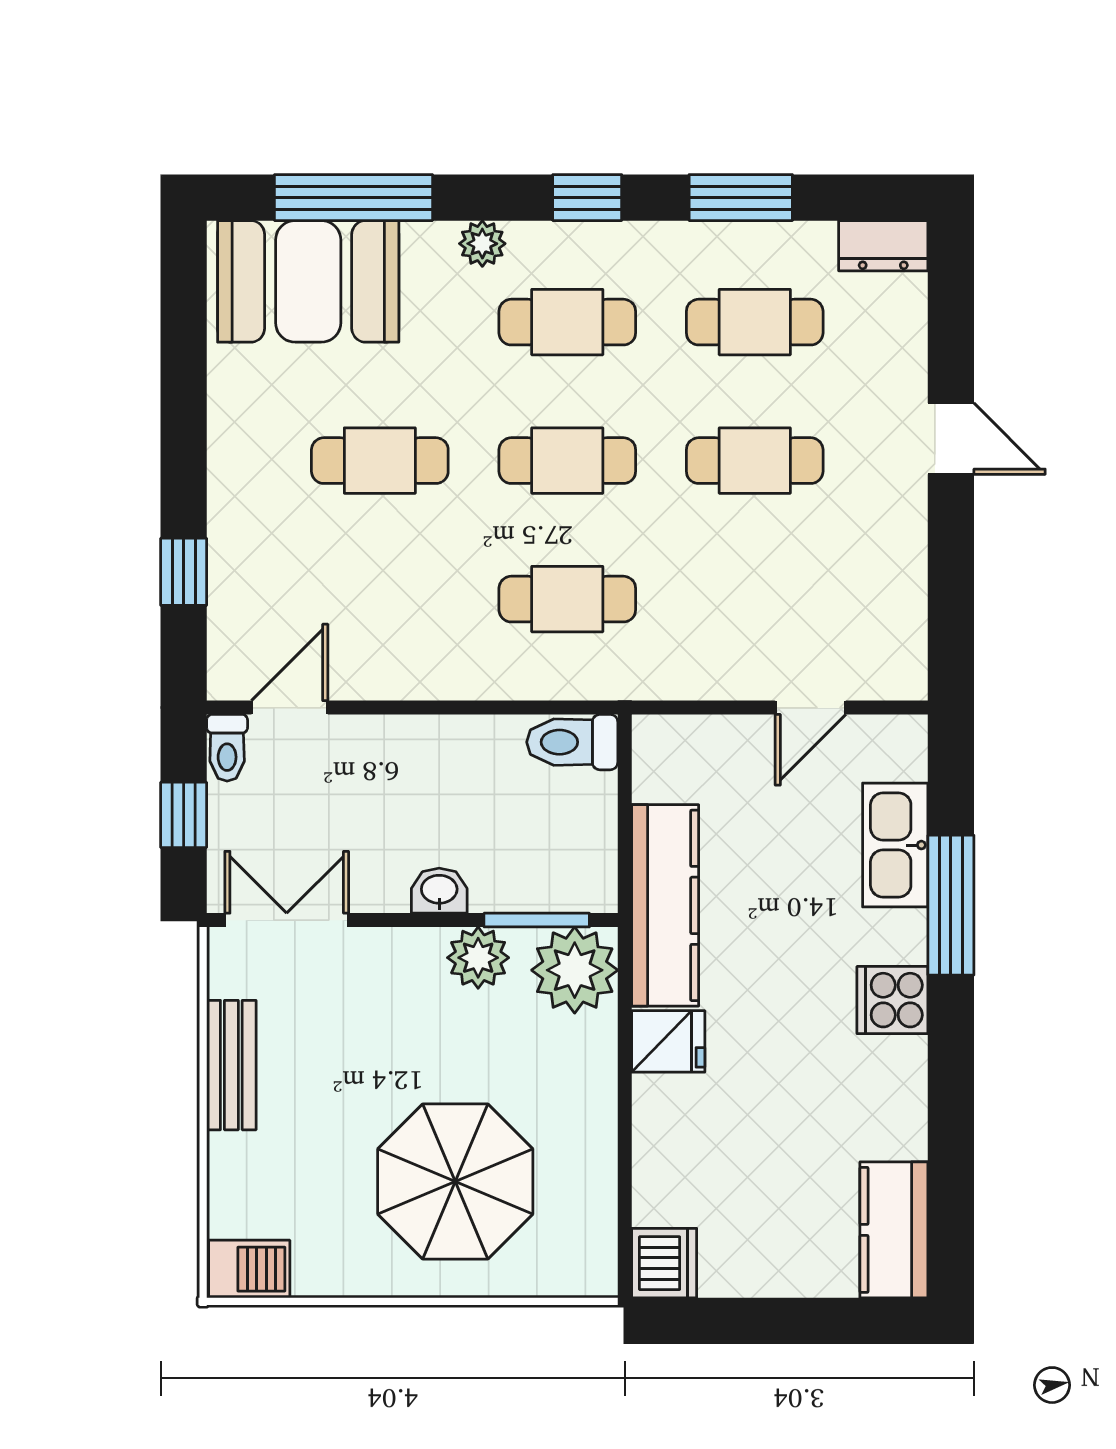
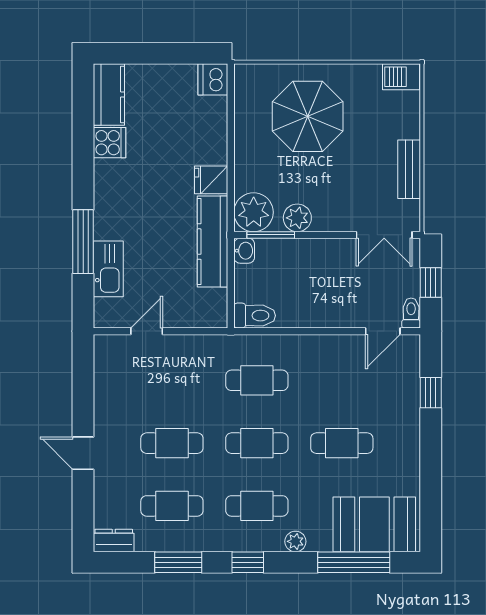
washbasin: (439, 891) -> (244, 251), moved, turned -90
cooker: (892, 1000) -> (110, 143), moved

